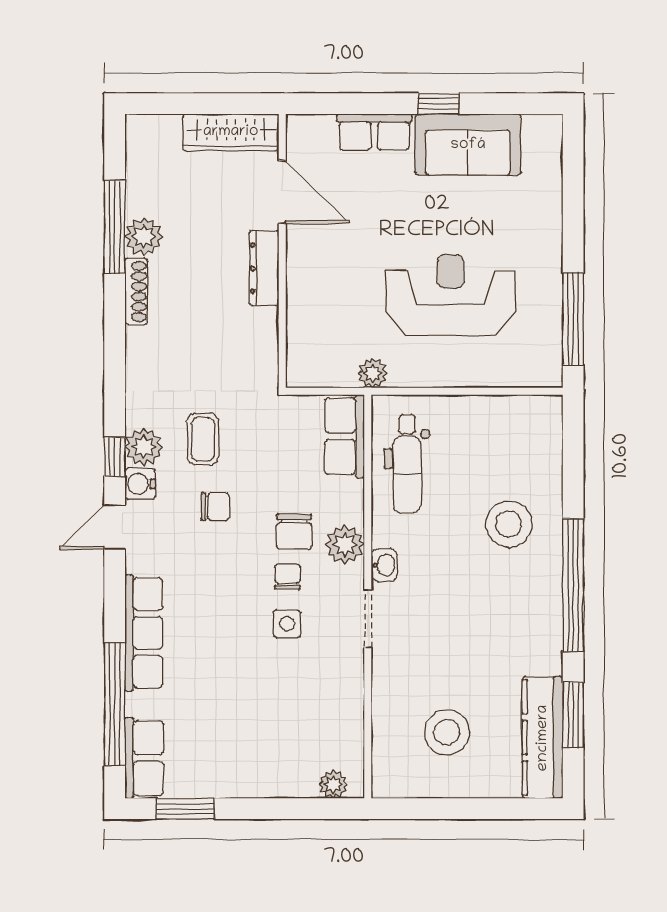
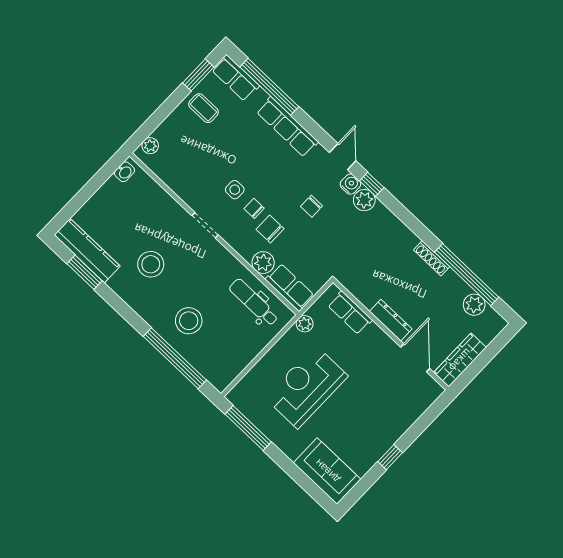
row of seats: (374, 132) -> (350, 313), moved, turned -90
sofa: (468, 145) -> (327, 471), moved, turned 90
door: (282, 192) -> (415, 358), swing flipped
window: (115, 227) -> (467, 275), width x1.46
plant: (144, 237) -> (474, 305), moved
reception desk: (451, 295) -> (306, 387), turned 180
coffee table: (203, 439) -> (204, 108), moved
plant: (345, 545) -> (263, 263), moved
washbasin: (384, 565) -> (125, 172), moved, turned -90
chair: (287, 577) -> (254, 208), turned 180
window: (573, 585) -> (175, 358), moved
stool: (447, 732) -> (151, 264), moved

